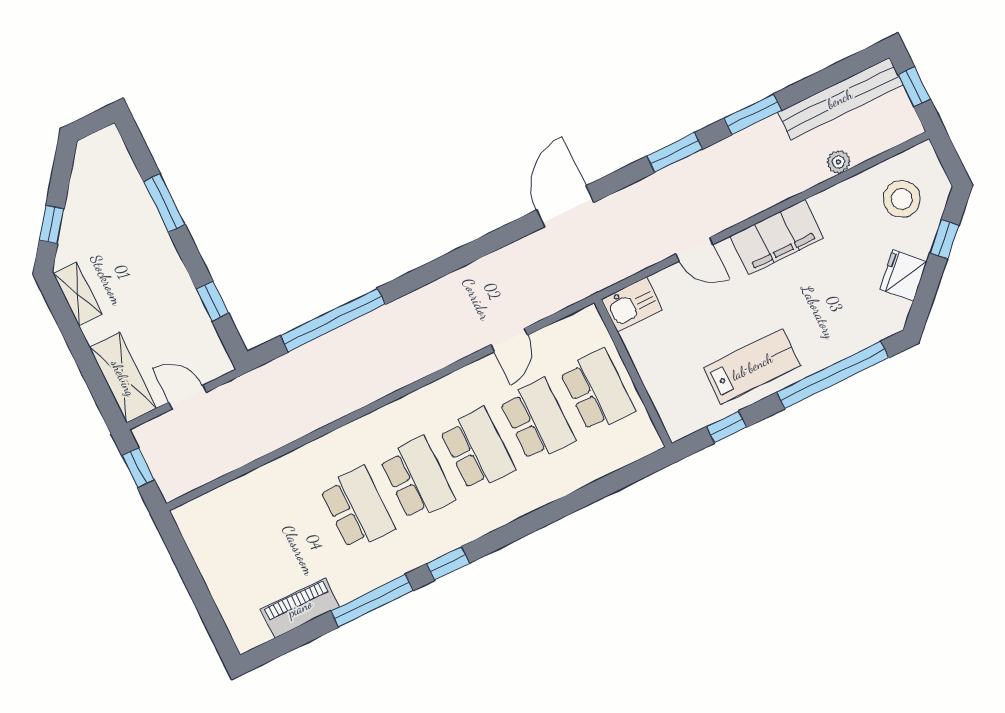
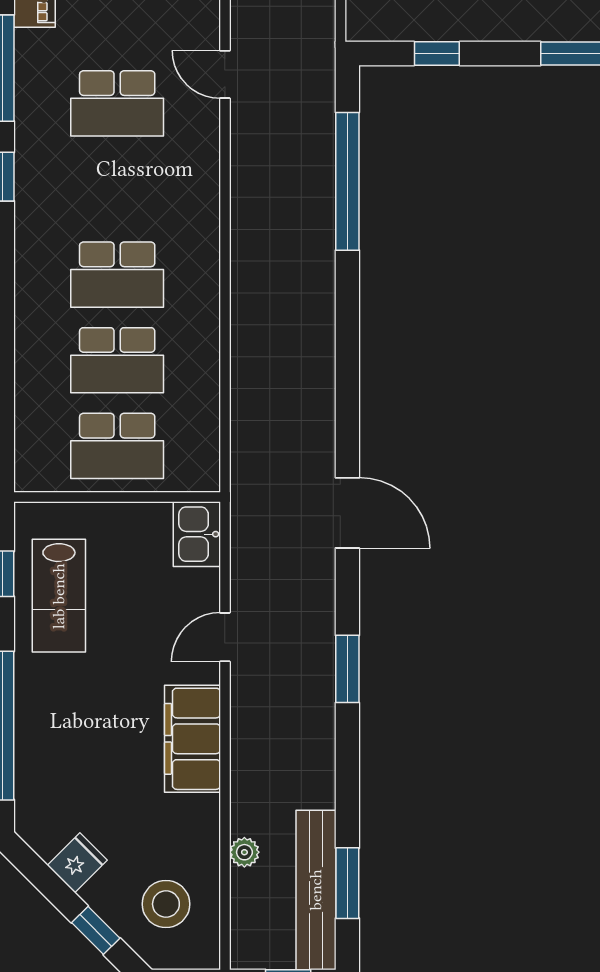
window: (753, 114) -> (347, 883), moved
fridge: (903, 275) -> (77, 863), width x0.72
door: (509, 340) -> (225, 74), moved
lab bench: (752, 367) -> (59, 596), moved
school desk: (417, 479) -> (117, 189), removed

